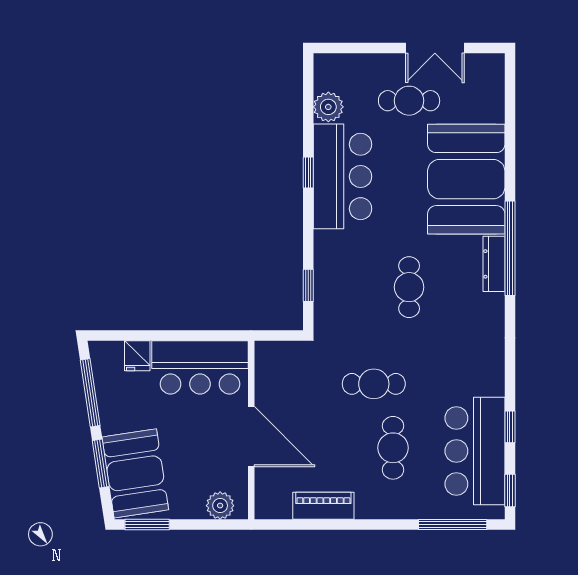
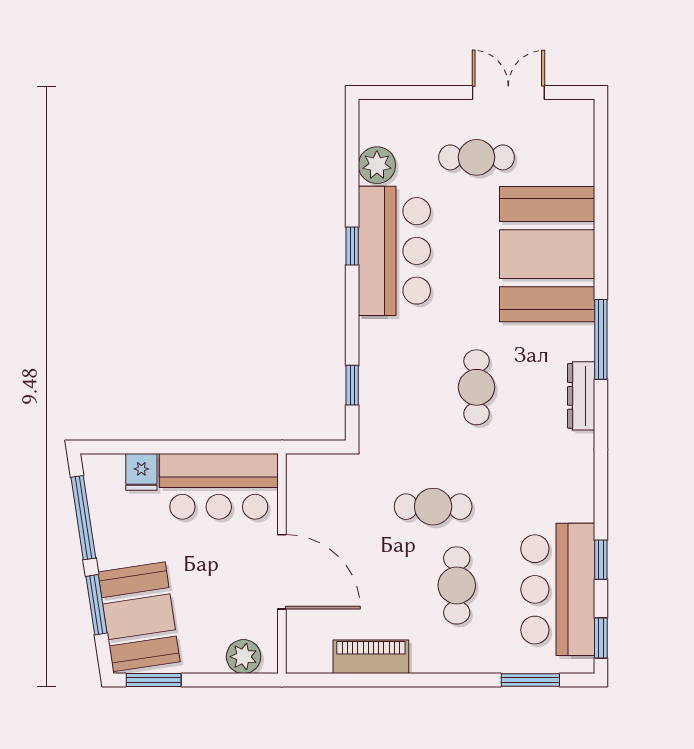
double door: (435, 48) -> (508, 93), swing flipped
window: (510, 248) -> (601, 339), width x0.68
dresser: (494, 264) -> (581, 396), moved
window: (453, 525) -> (530, 680), width x0.69

